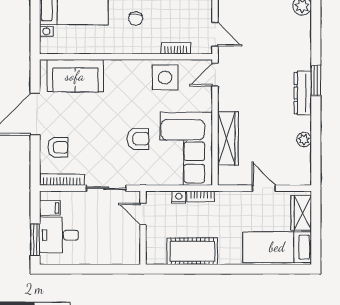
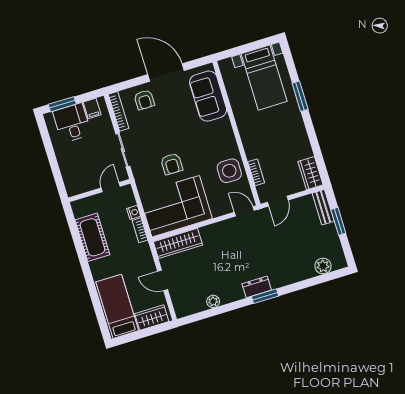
chair: (136, 19) -> (271, 132), removed
dresser: (303, 93) -> (257, 287), width x0.70
wardrobe: (228, 139) -> (178, 243), moved
door: (264, 188) -> (163, 280), swing flipped

